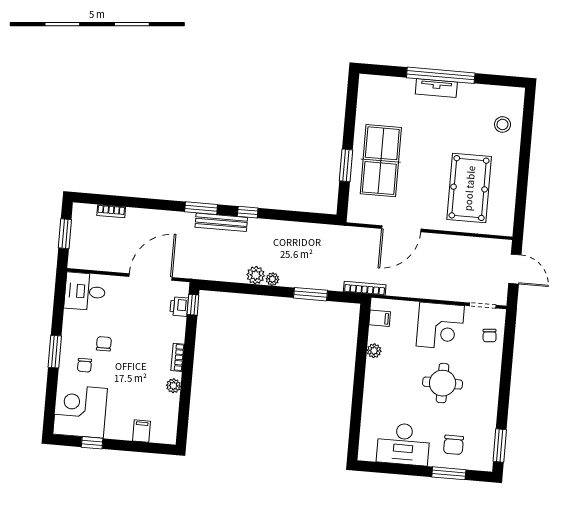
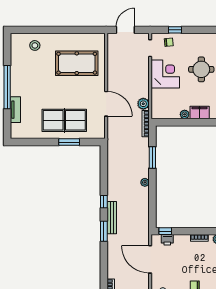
tv unit: (436, 88) -> (15, 110), moved
plant: (256, 275) -> (143, 104), moved
filing cabinet: (380, 318) -> (200, 113), moved, width x2.00
window: (508, 347) -> (175, 30), added

